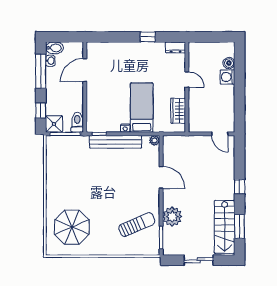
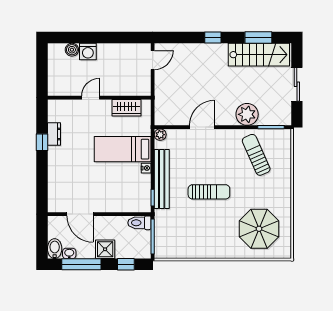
dresser: (176, 47) -> (54, 134), moved
shower: (54, 124) -> (105, 249), moved
sun lounger: (104, 183) -> (209, 192), added

